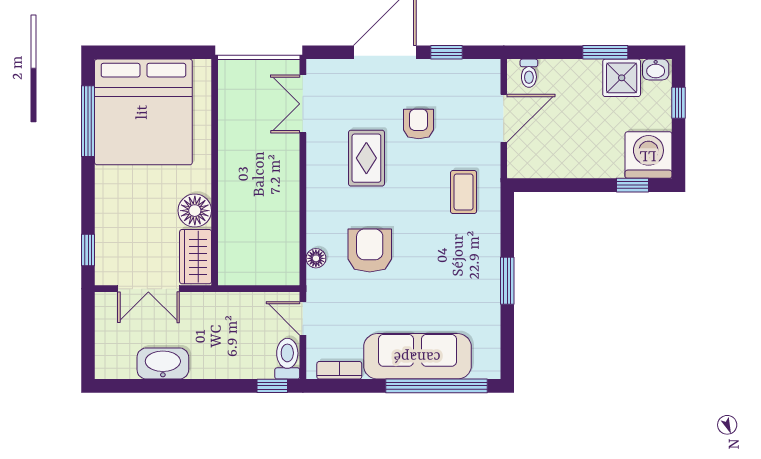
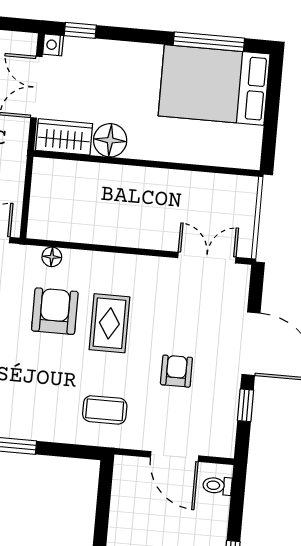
bed: (143, 112) -> (214, 85), width x0.73
armchair: (419, 124) -> (176, 371), turned -90
rug: (366, 158) -> (109, 323), moved, turned 90
armchair: (370, 250) -> (55, 311), turned -90
nightstand: (105, 276) -> (53, 45), added

